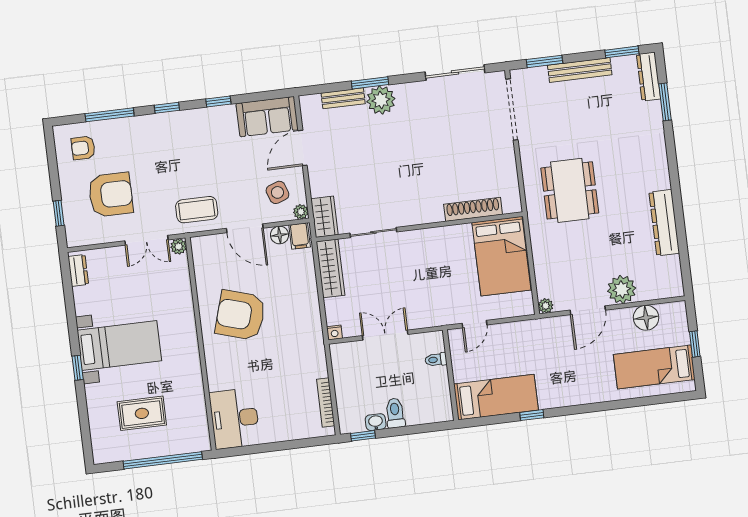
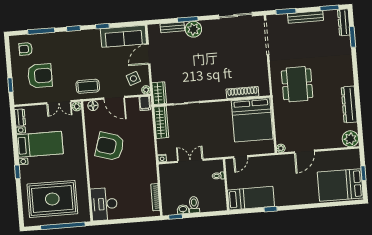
sofa: (267, 117) -> (123, 36), width x1.36
floor lamp: (280, 235) -> (93, 106), moved
bed: (501, 256) -> (252, 120), width x1.36
plant: (622, 290) -> (350, 139), moved
floor lamp: (646, 318) -> (337, 157), removed
bed with nightstands: (119, 346) -> (40, 144), moved
bed: (654, 367) -> (340, 185), width x1.50
rug: (142, 413) -> (52, 199), width x1.86, depth x2.06

